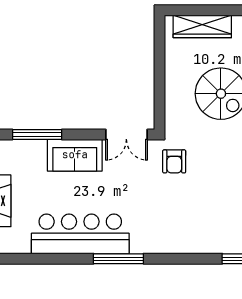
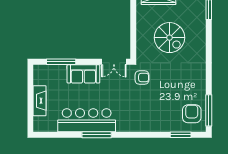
armchair: (174, 161) -> (142, 78), turned -90
window: (118, 259) -> (97, 135), moved

